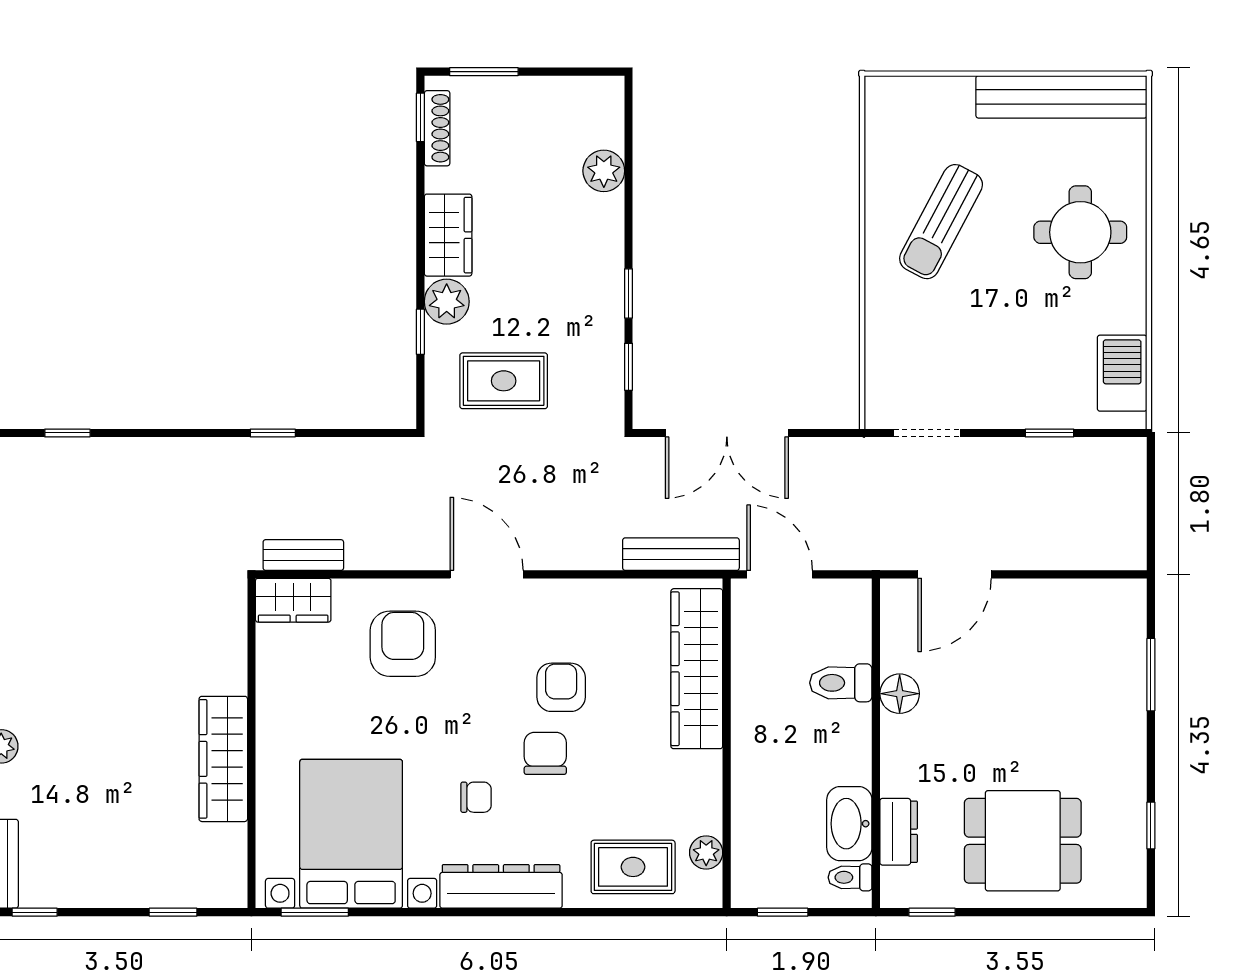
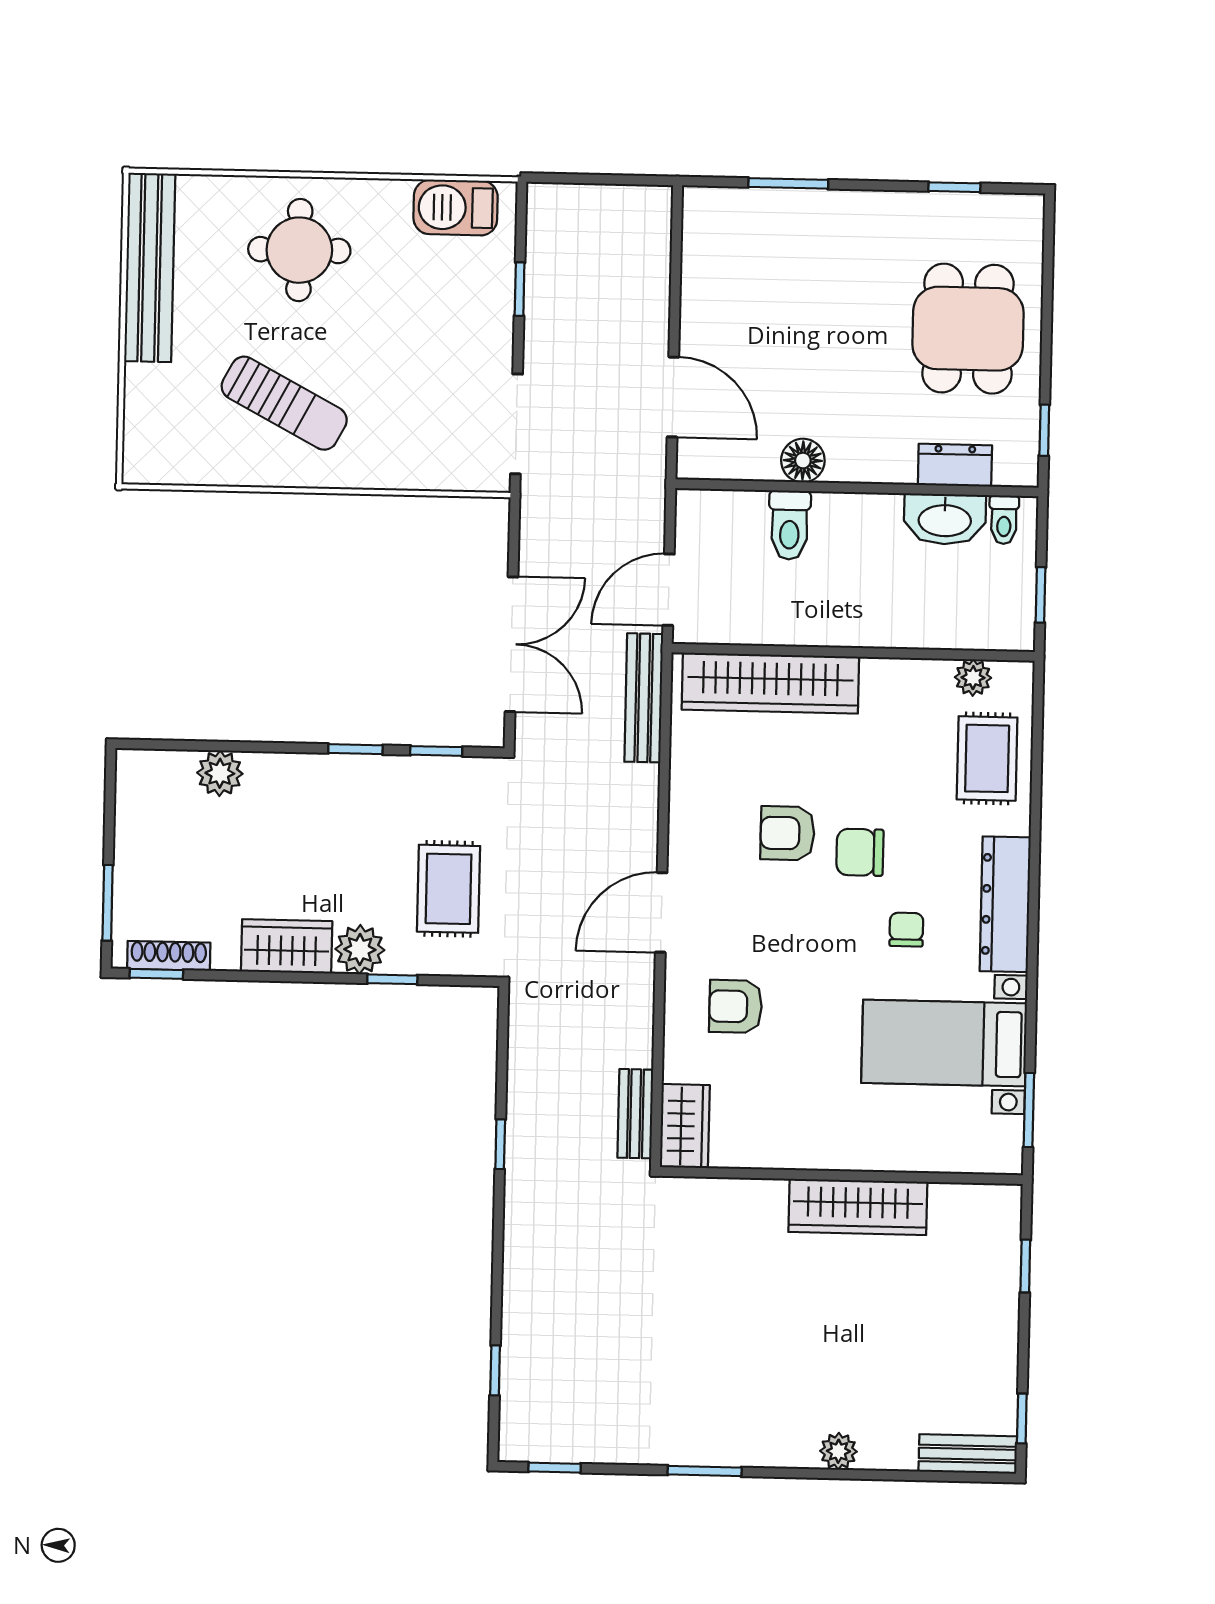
doorway: (927, 433) -> (517, 424), width x1.38
armchair: (403, 644) -> (736, 1006), width x0.72, depth x0.72
bed with nightstands: (351, 834) -> (944, 1043), width x0.73

